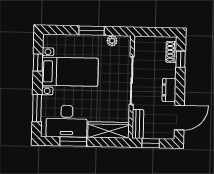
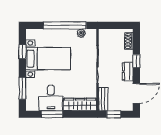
window: (92, 31) -> (65, 25), width x2.11
window: (181, 59) -> (136, 61), moved
desk: (67, 121) -> (51, 98), width x0.73

